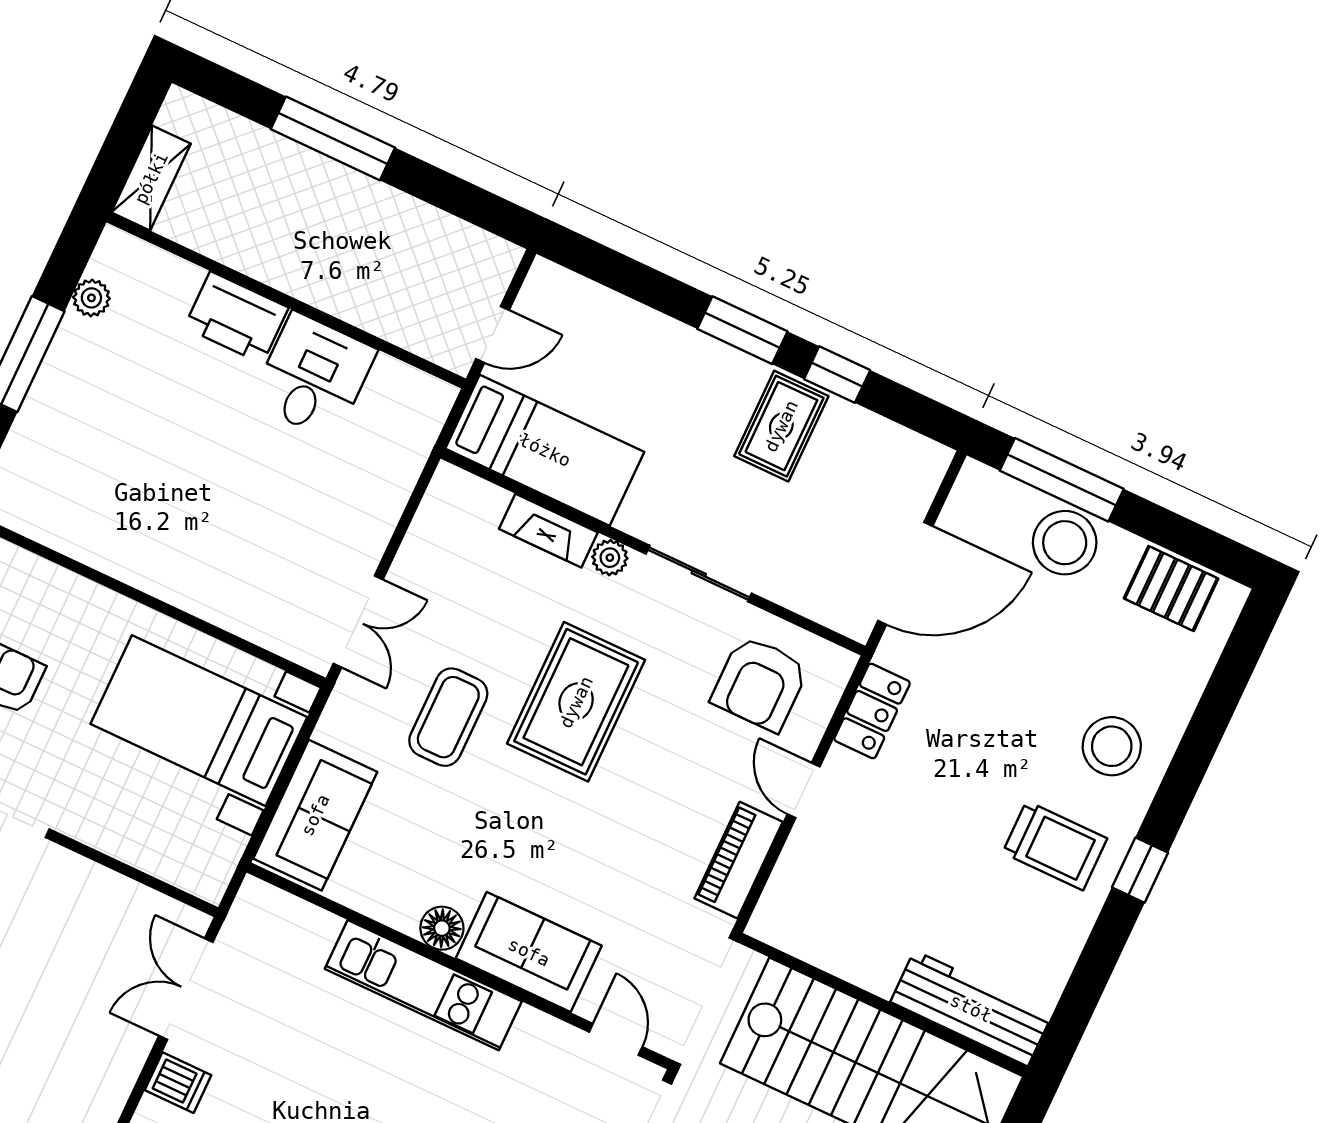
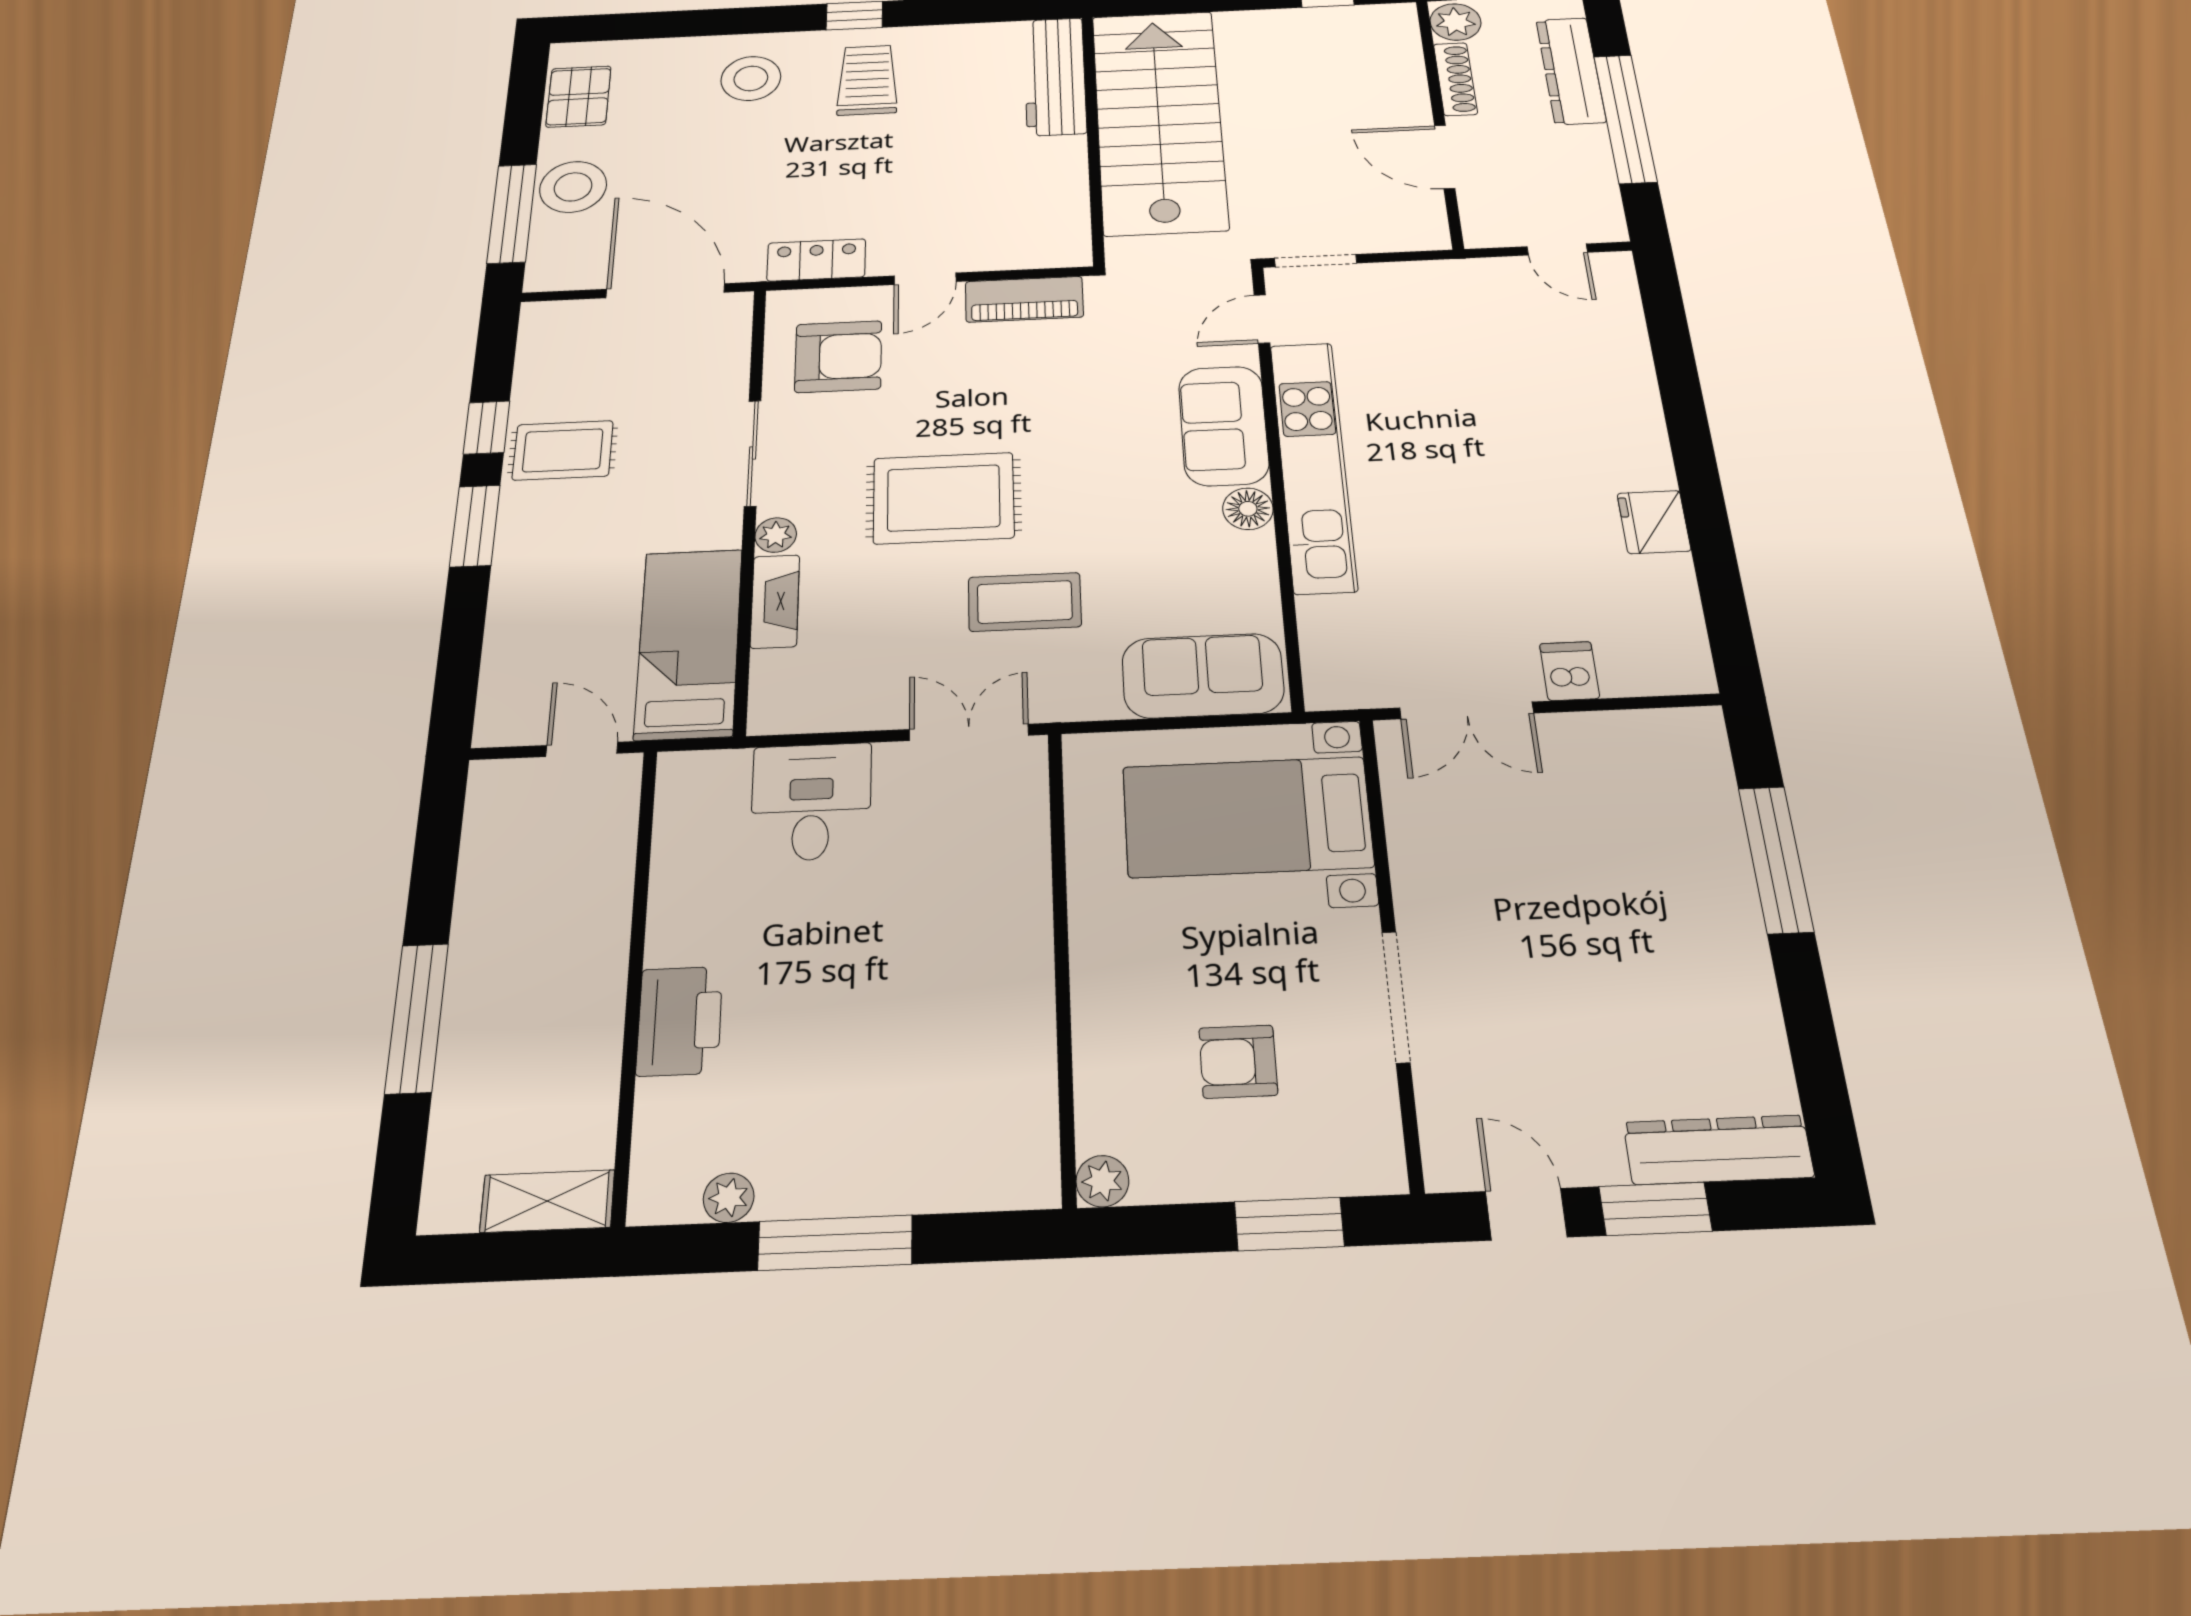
desk: (313, 376) -> (811, 802), moved, turned 90
bed with nightstands: (199, 721) -> (1247, 817), moved, turned 90
kitchen unit: (423, 985) -> (1313, 465), width x1.36

